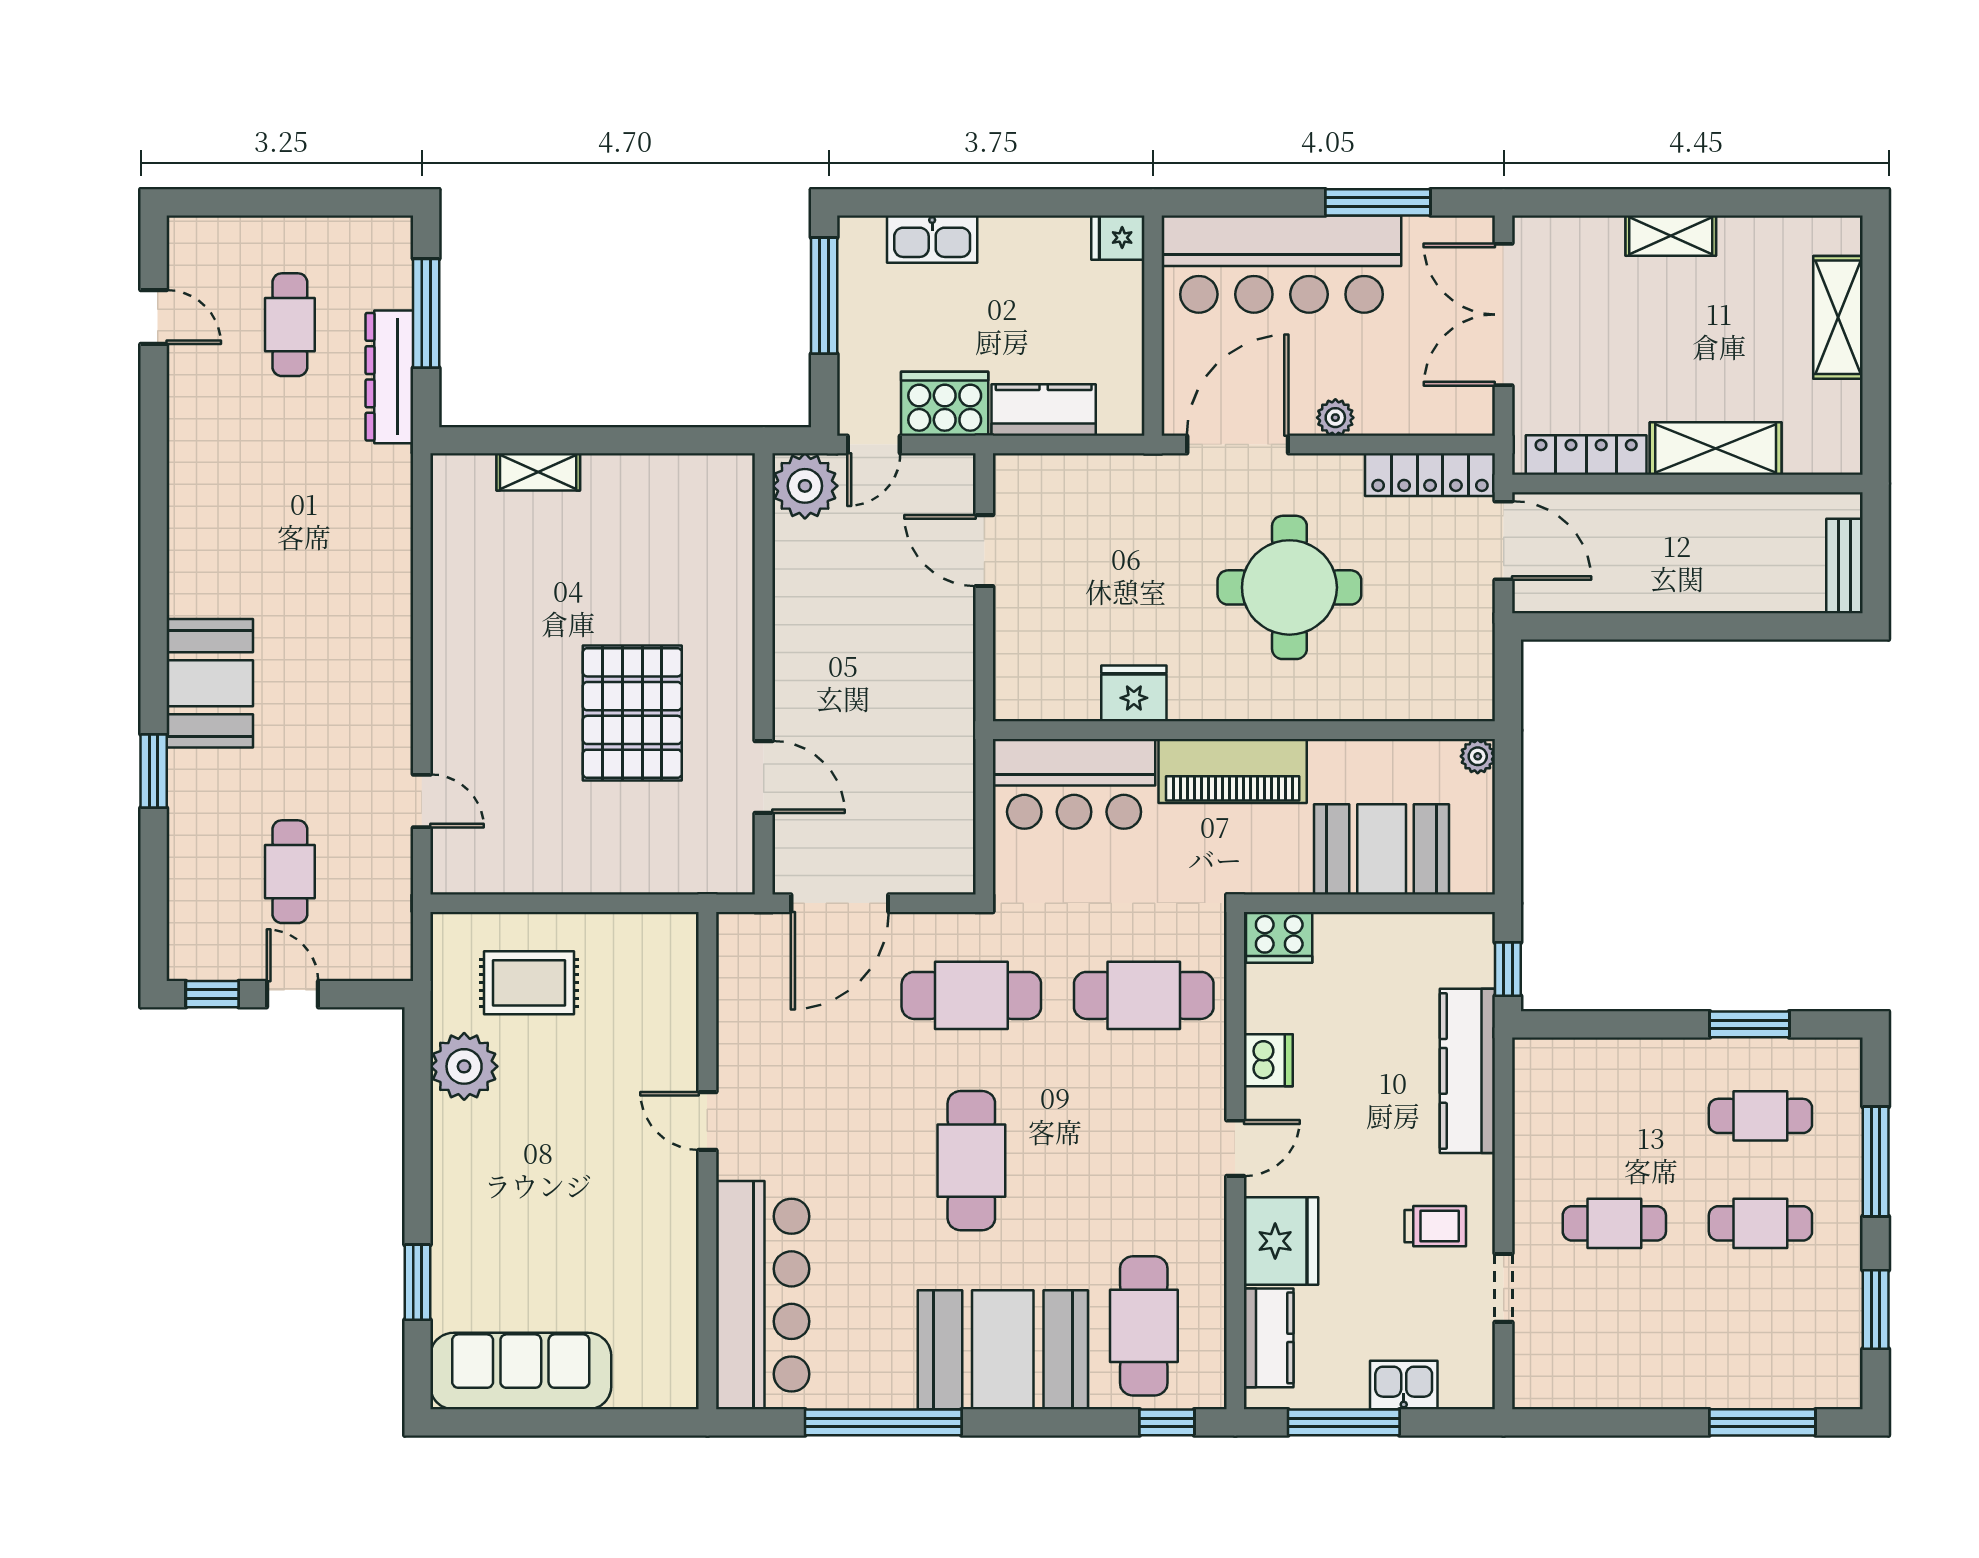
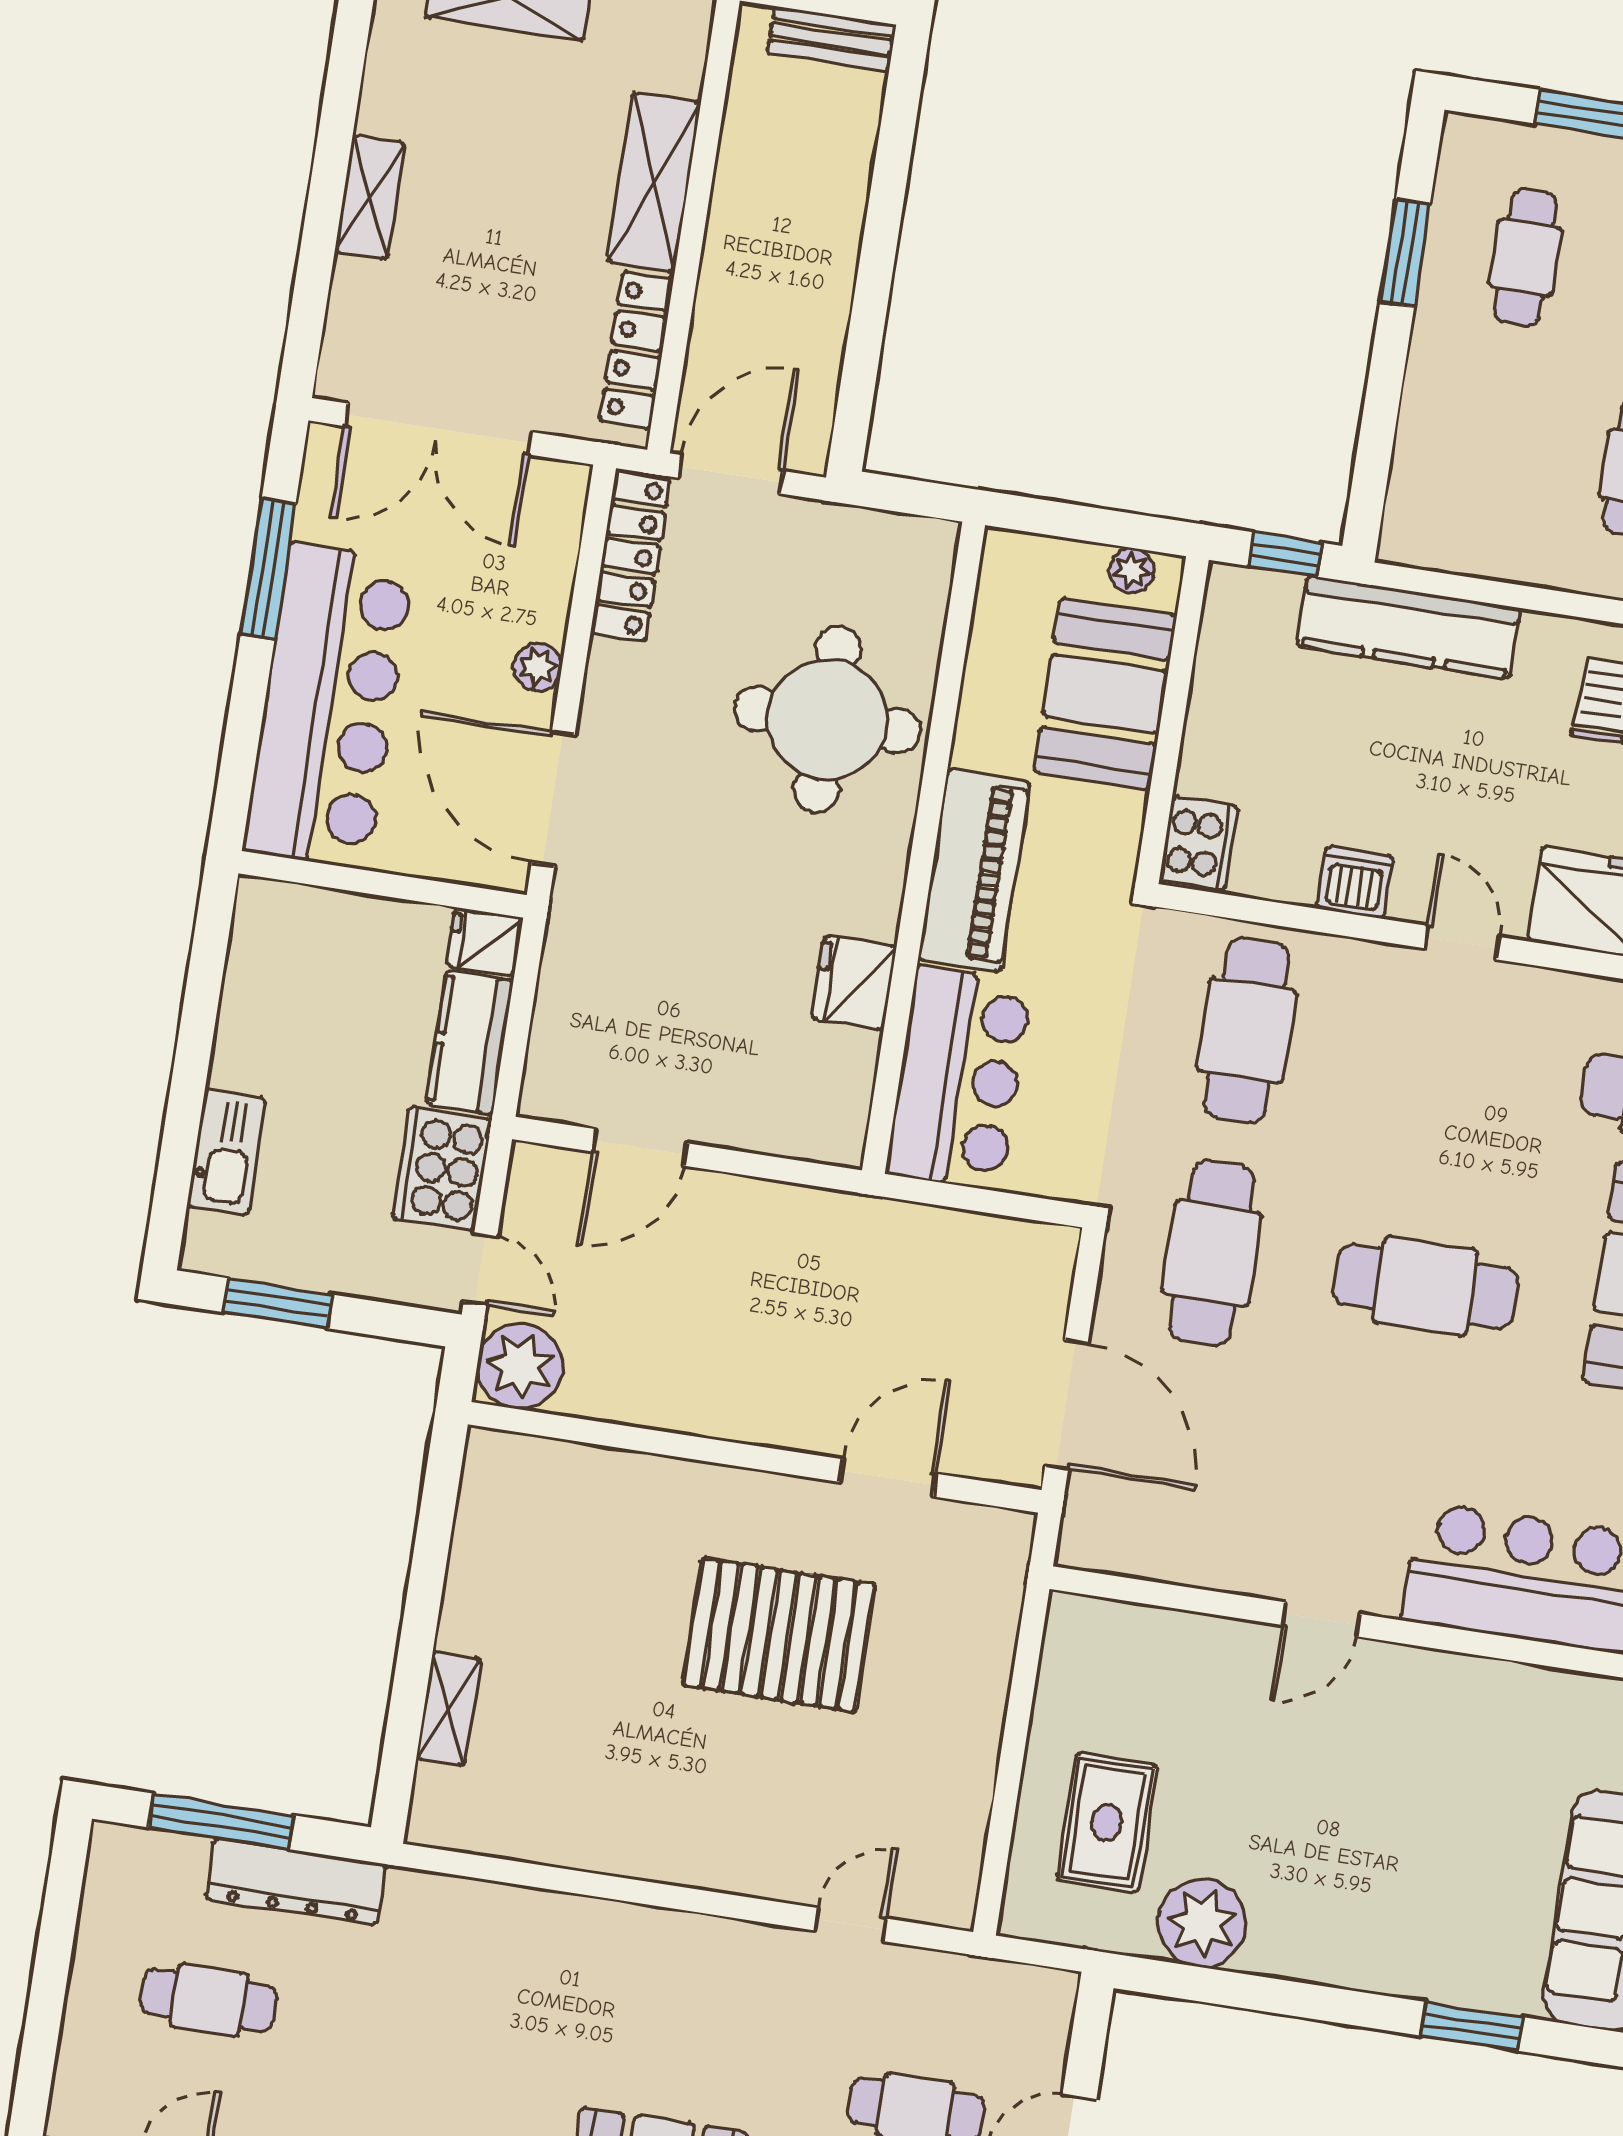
fridge: (1118, 238) -> (484, 942), moved, turned 90
window: (824, 296) -> (278, 1303), width x0.69
round table: (1289, 587) -> (827, 720), moved
plant: (1478, 756) -> (1132, 571), moved

